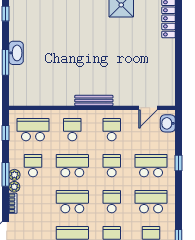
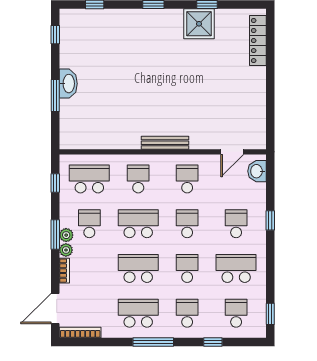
school desk: (151, 166) -> (236, 224), width x0.54

